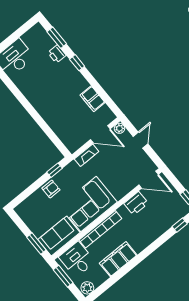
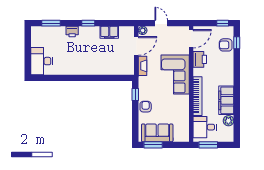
printer: (57, 54) -> (72, 32), moved
window: (77, 63) -> (88, 23), moved
corner sofa: (89, 204) -> (175, 75), moved
armchair: (169, 217) -> (226, 45), added
sofa: (59, 236) -> (157, 133), moved, turned 90
window: (36, 244) -> (153, 145), moved
plant: (87, 288) -> (228, 121), moved

